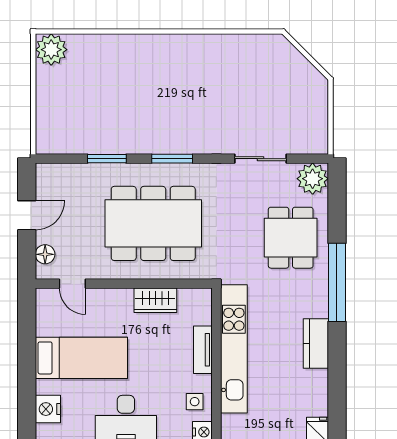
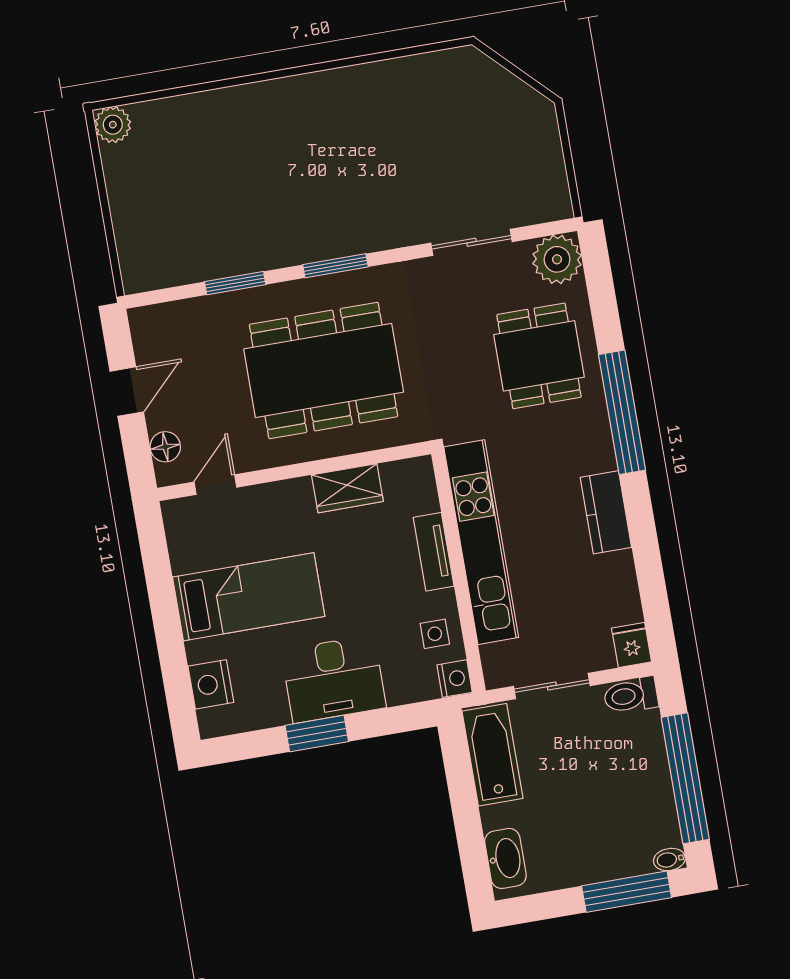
plant: (51, 50) -> (113, 125), width x0.73, depth x0.73
door: (72, 284) -> (215, 485), swing flipped

